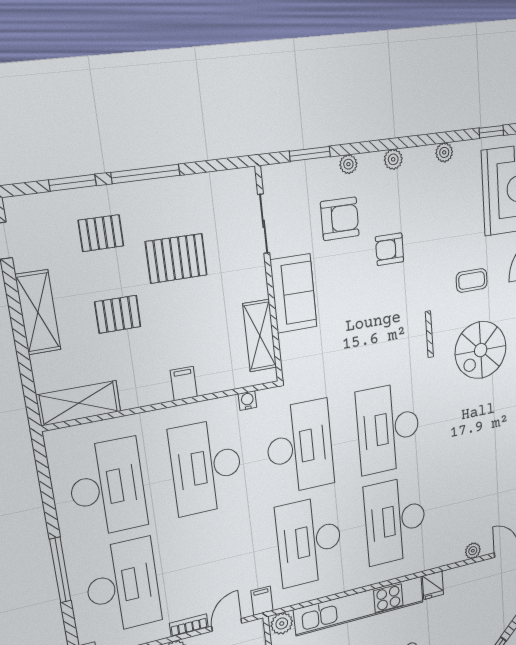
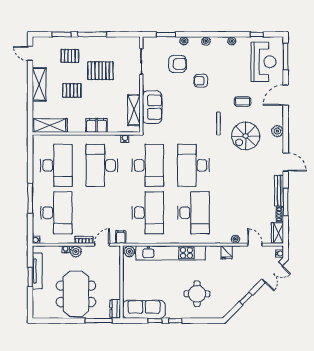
sofa: (294, 294) -> (152, 107), moved
filing cabinet: (184, 384) -> (97, 125), width x2.00
desk: (395, 520) -> (193, 213), turned 180
desk: (309, 541) -> (148, 213), turned 180
fridge: (433, 585) -> (227, 252), moved

